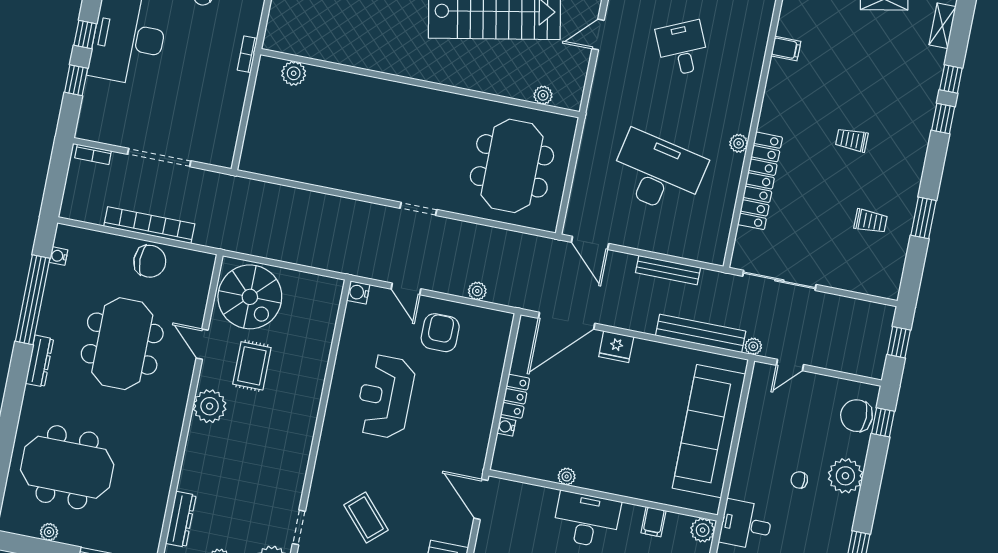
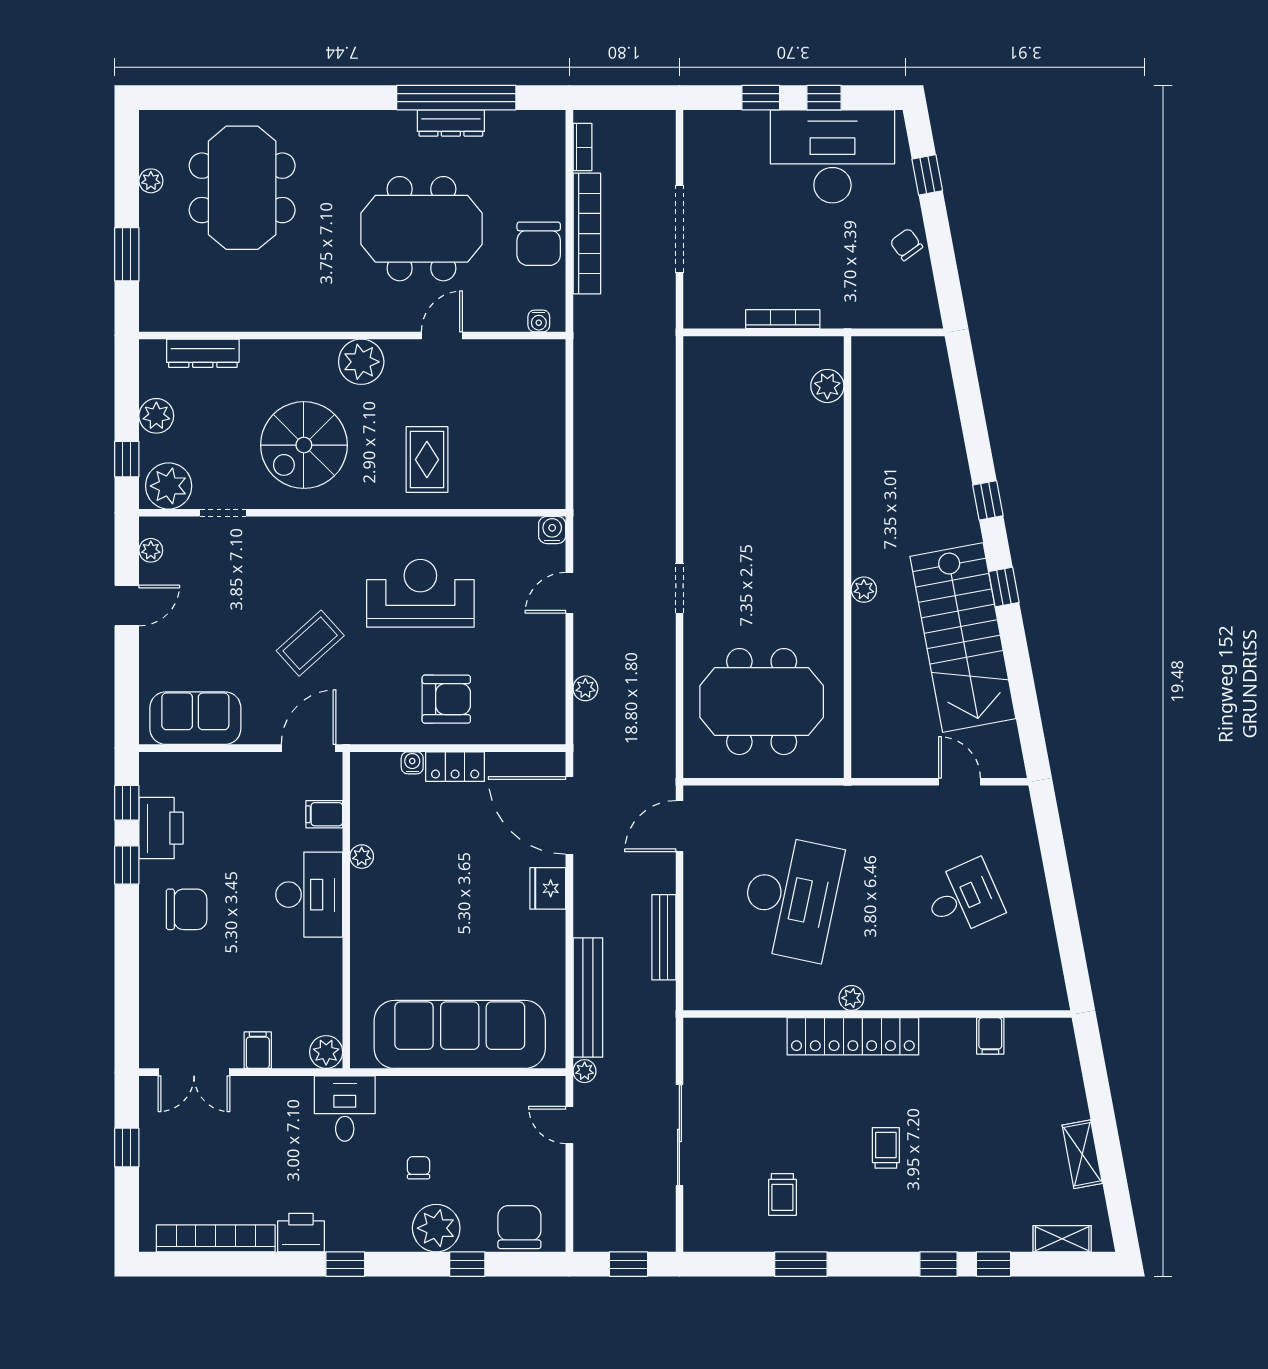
bookcase: (247, 54) -> (783, 319), moved, width x1.56
plant: (543, 95) -> (864, 590), moved
bookcase: (93, 154) -> (582, 147), moved, turned 180
locker: (760, 181) -> (853, 1036), moved
water cooler: (59, 256) -> (539, 321), moved, turned 180
sliding door: (779, 280) -> (679, 1135), moved
spiral stairs: (250, 297) -> (304, 445), moved
armchair: (440, 333) -> (446, 699), moved
dresser: (39, 361) -> (451, 123), moved
rug: (252, 366) -> (427, 460), moved, turned 90
window: (883, 422) -> (467, 1264), moved
coffee table: (366, 517) -> (310, 643), moved
filing cabinet: (654, 522) -> (324, 814), moved

